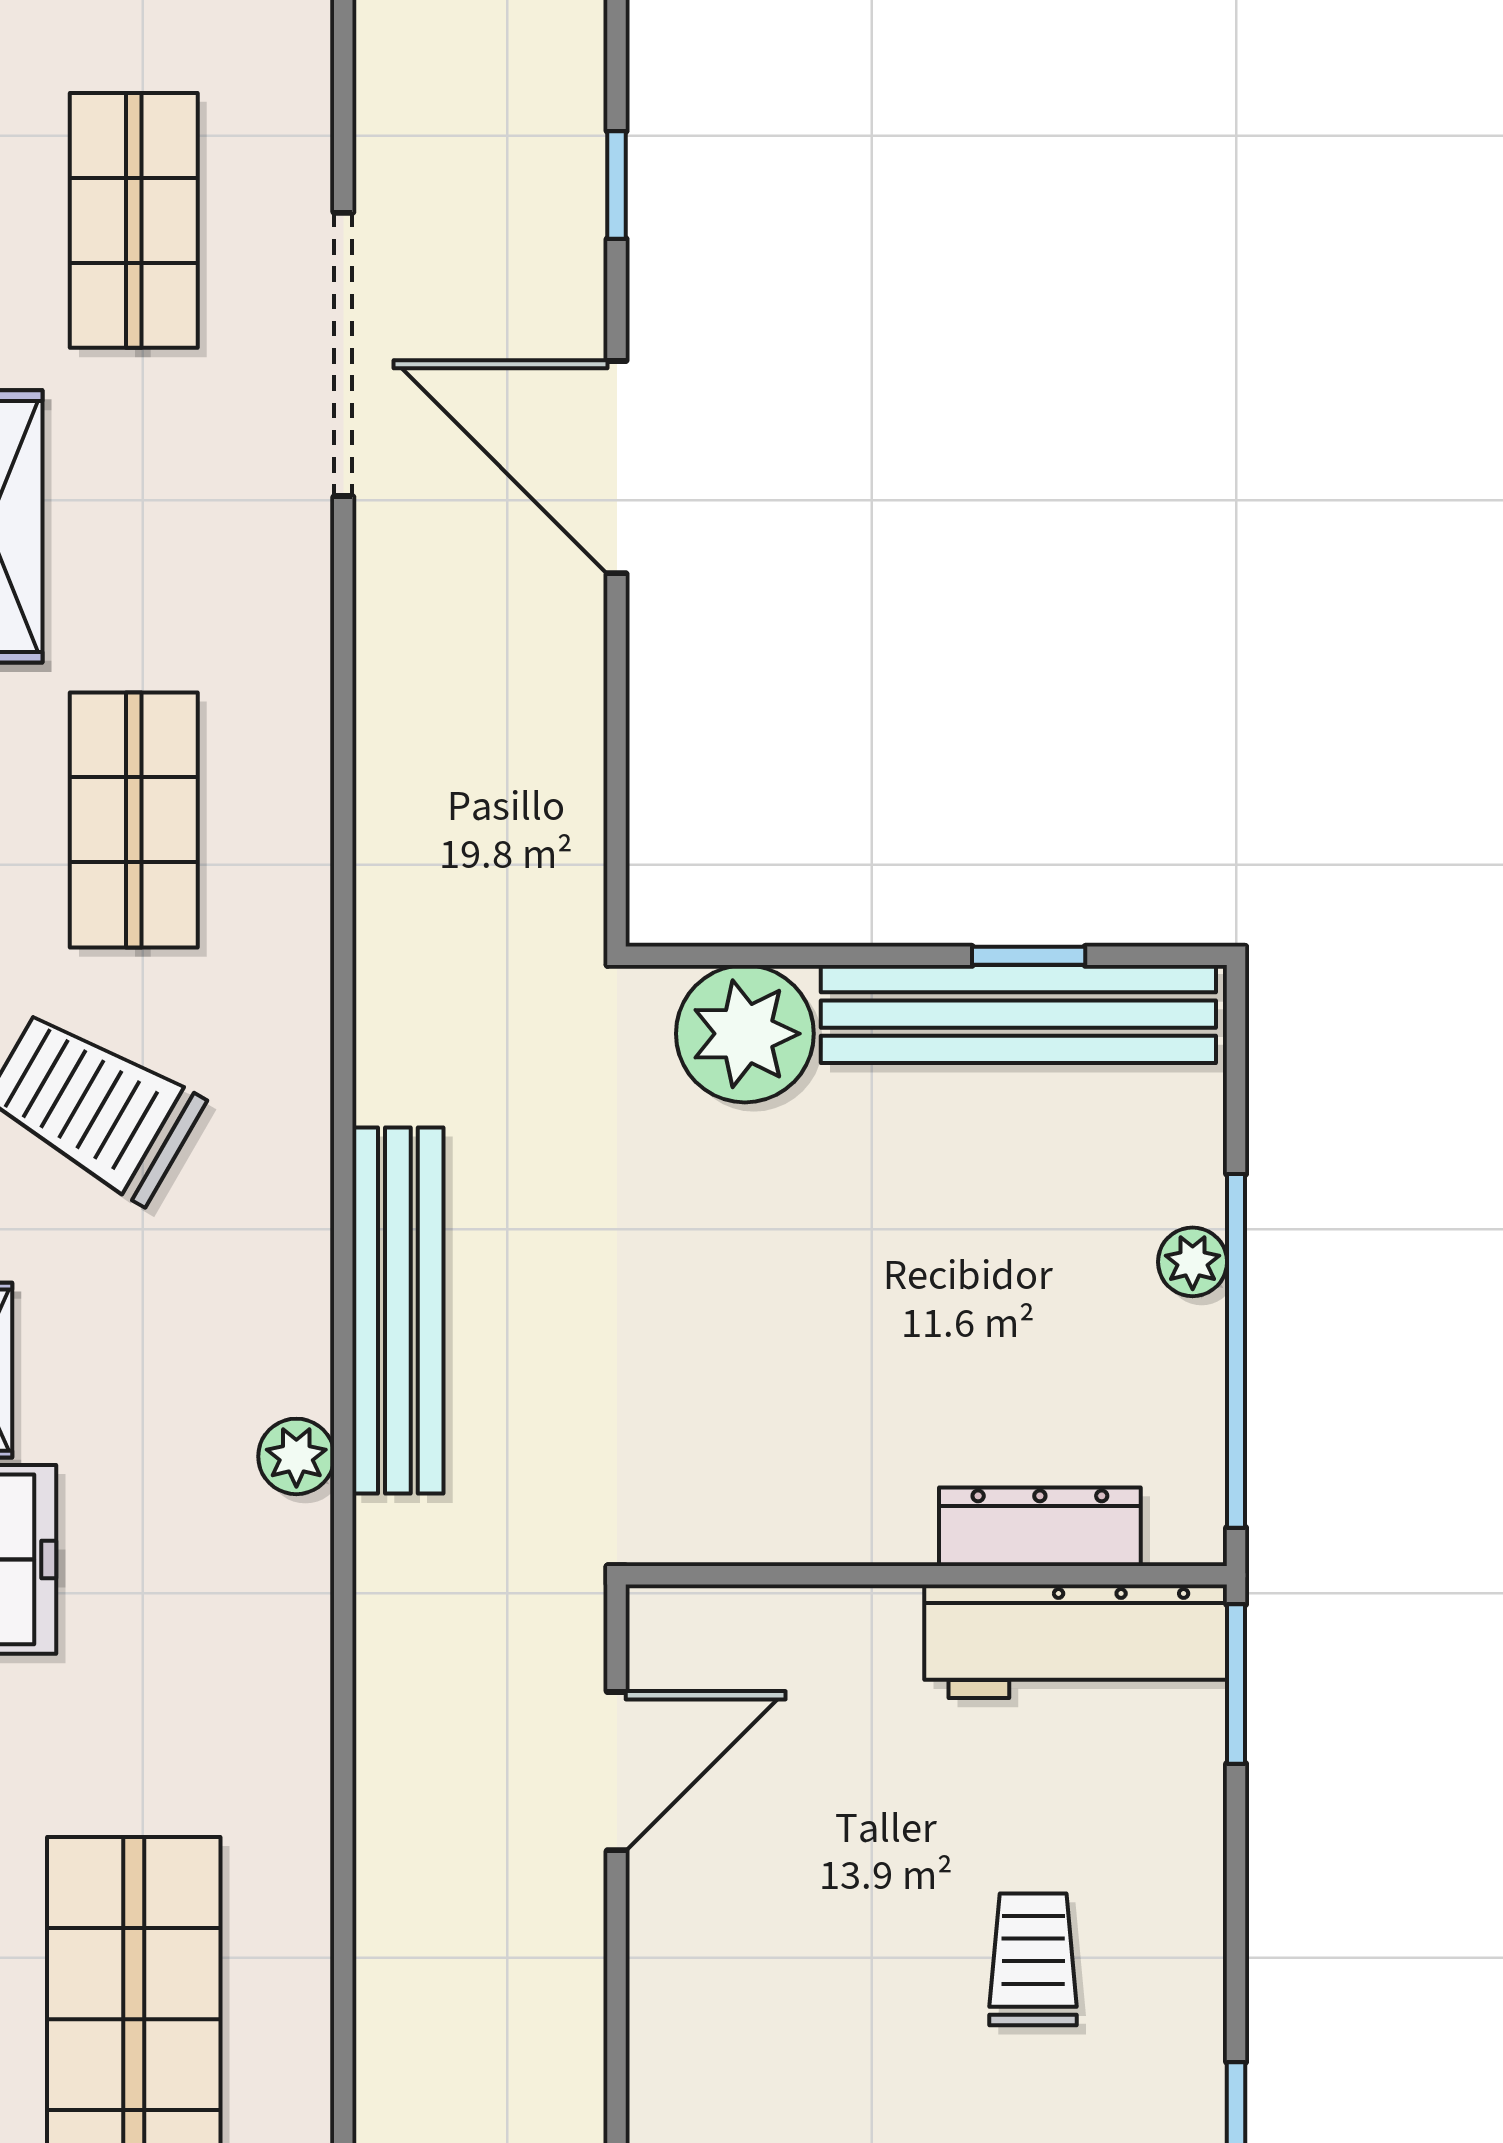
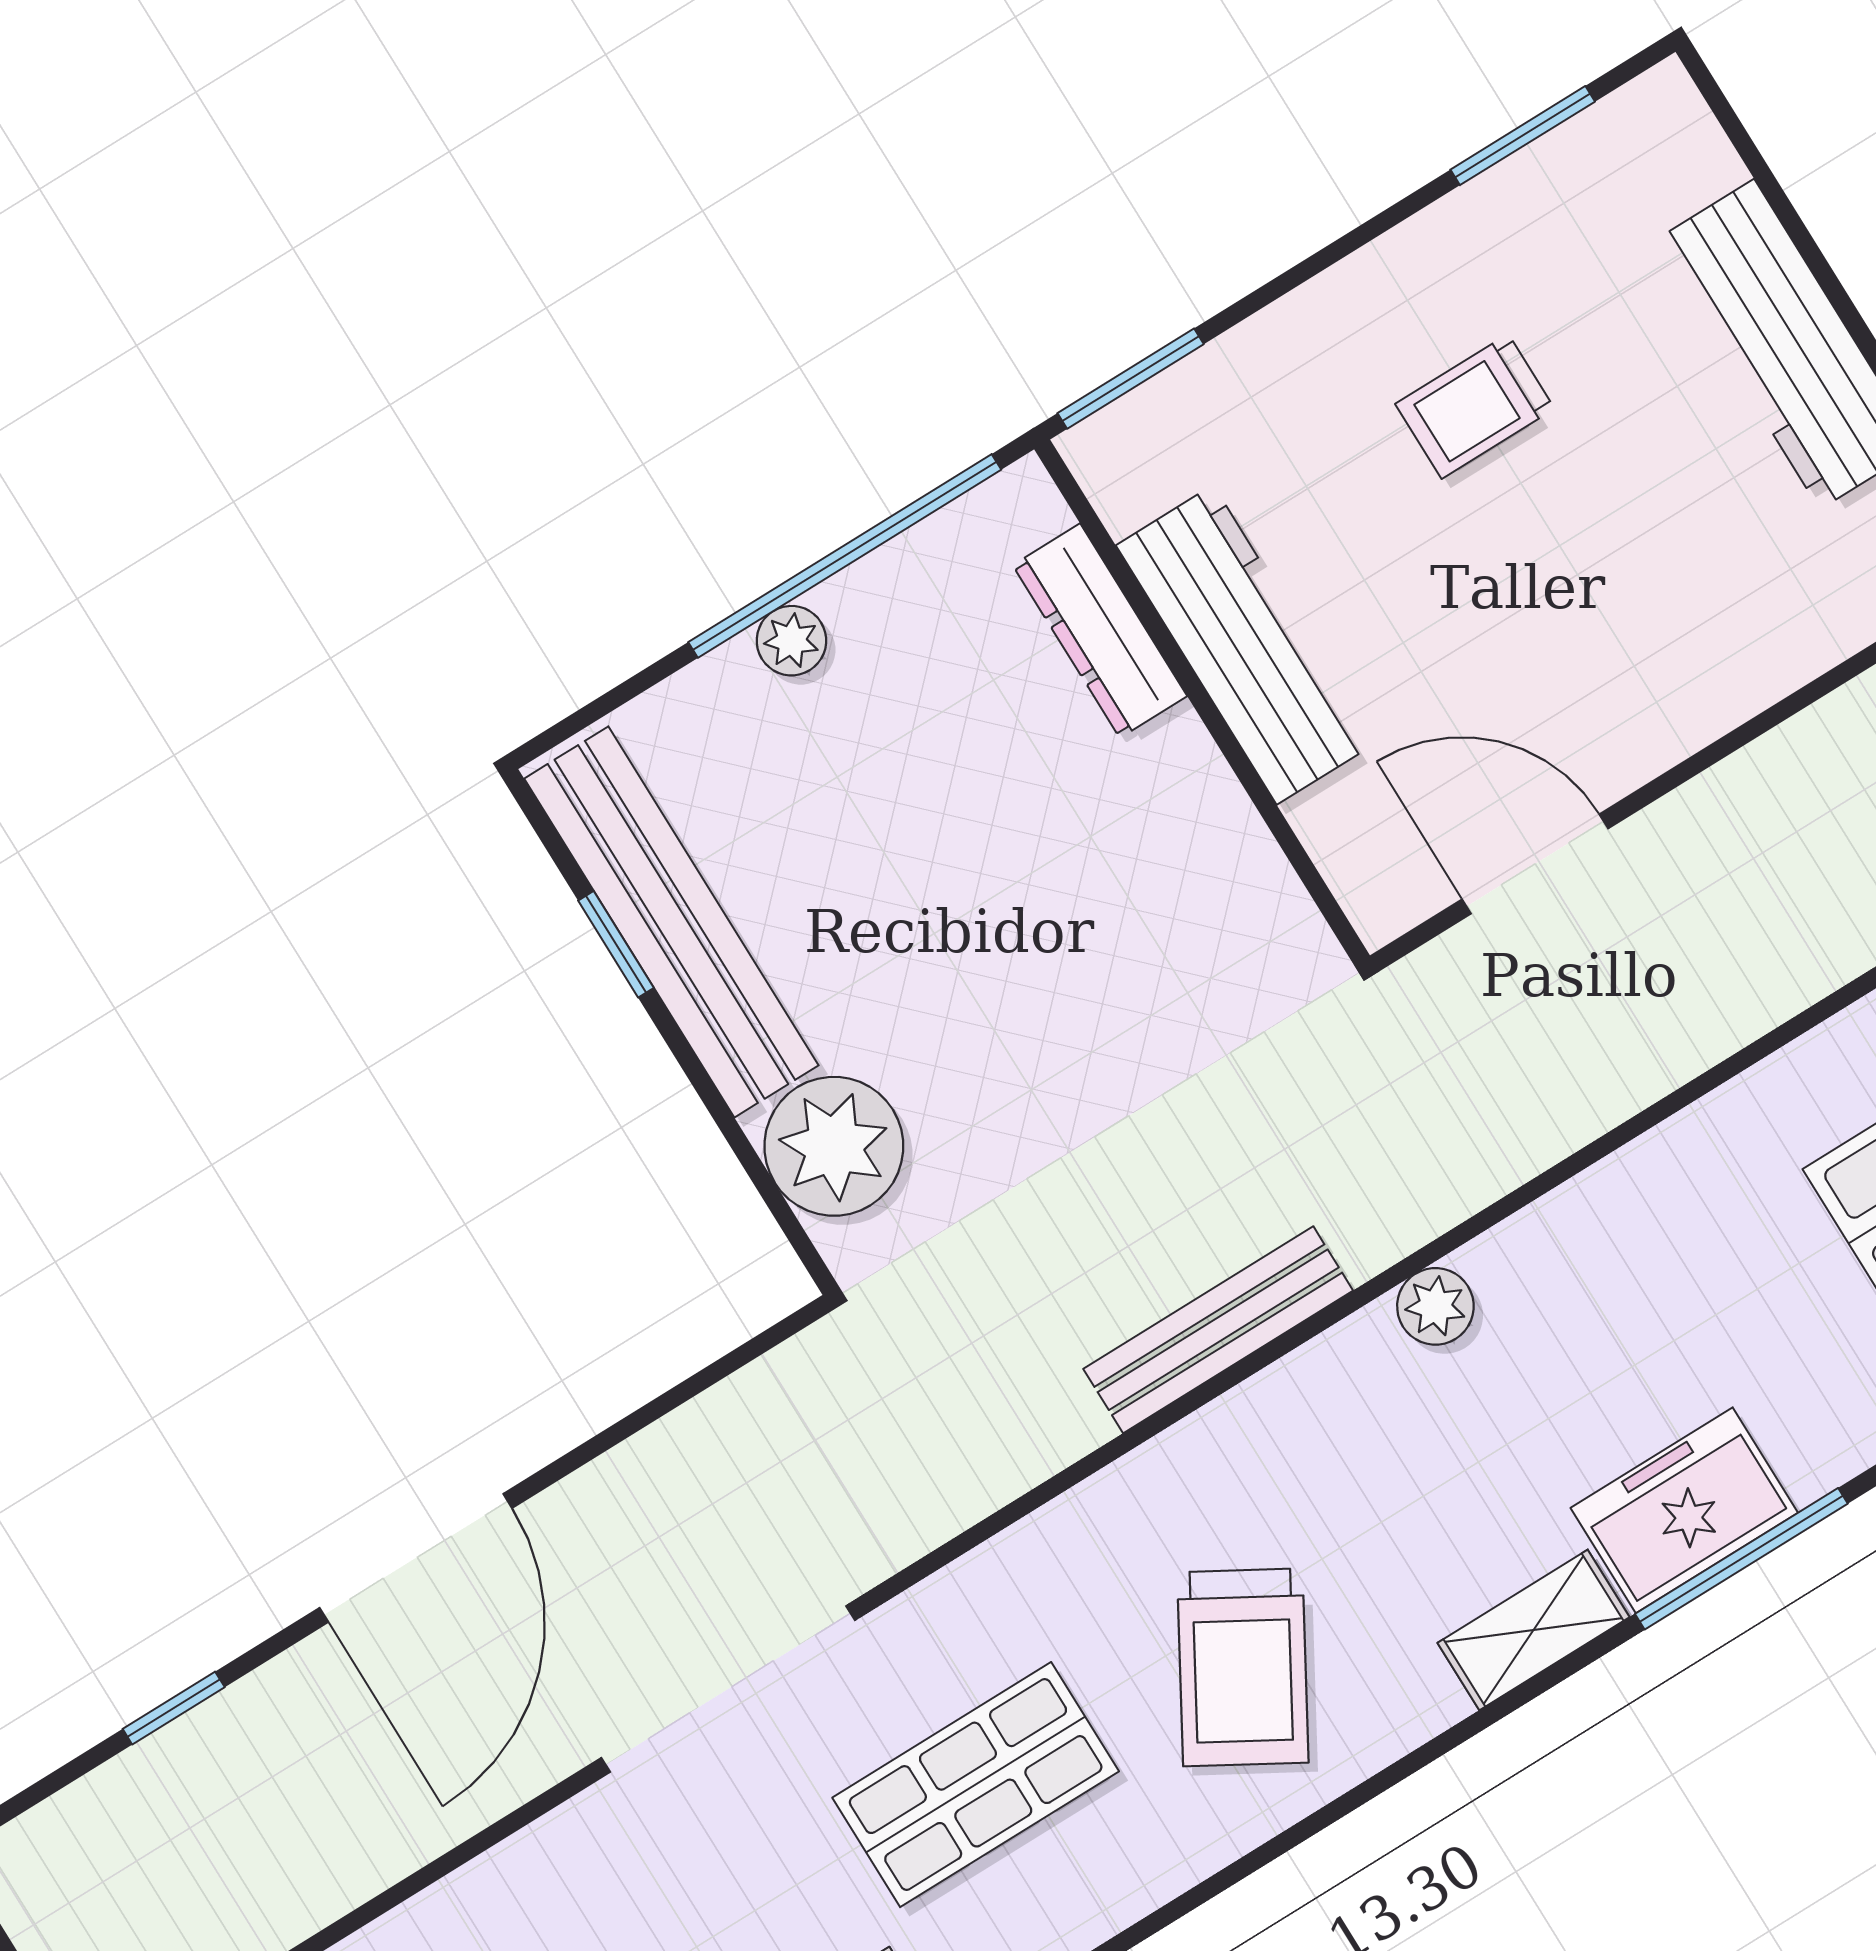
doorway: (343, 354) -> (728, 1689), moved
bench: (398, 1311) -> (1218, 1330), width x0.73, depth x0.82
workbench: (1076, 1641) -> (1245, 645), moved

